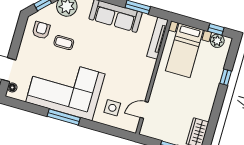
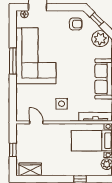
coffee table: (64, 43) -> (71, 44), removed
side table: (112, 108) -> (62, 104), moved

